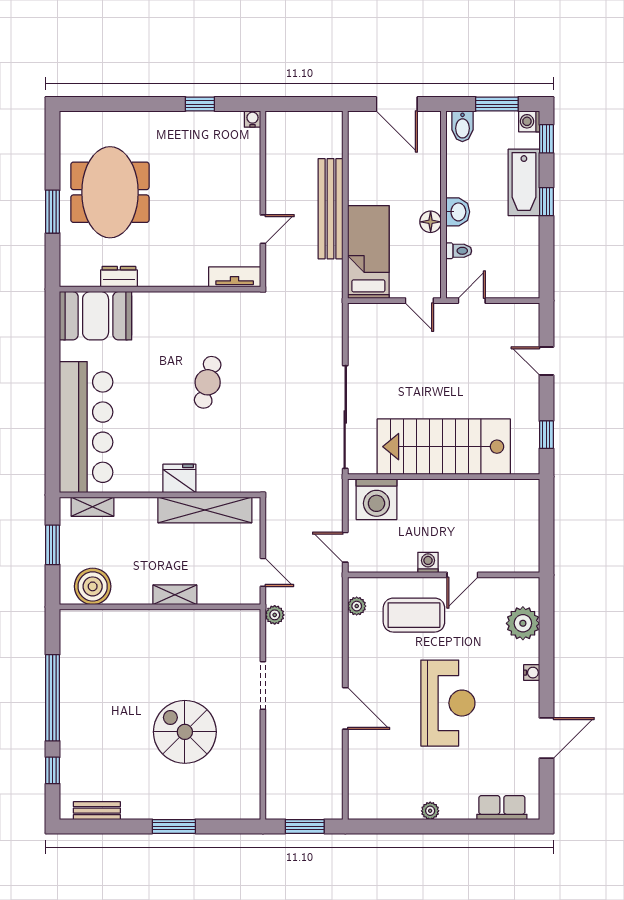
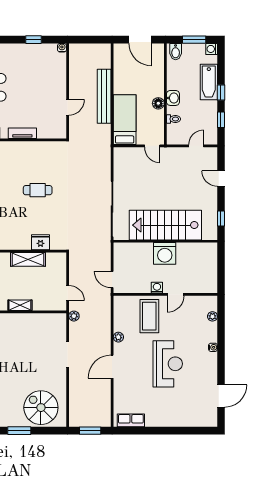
window: (546, 139) -> (221, 120), moved
tv unit: (235, 277) -> (22, 133), moved
door: (472, 301) -> (196, 146), moved
cafe table: (208, 382) -> (38, 190), turned 76
fridge: (179, 478) -> (40, 242), moved
washing machine: (376, 499) -> (165, 253), moved
shelving: (205, 510) -> (28, 259), width x0.68
plant: (357, 606) -> (118, 337), moved
coffee table: (414, 615) -> (149, 316), turned 90
plant: (523, 623) -> (212, 316), width x0.53, depth x0.53
door: (345, 708) -> (112, 367), swing flipped
spiral stairs: (185, 732) -> (41, 408), moved
door: (546, 738) -> (221, 396), moved
row of seats: (502, 808) -> (131, 420), moved
plant: (430, 811) -> (158, 422), removed

